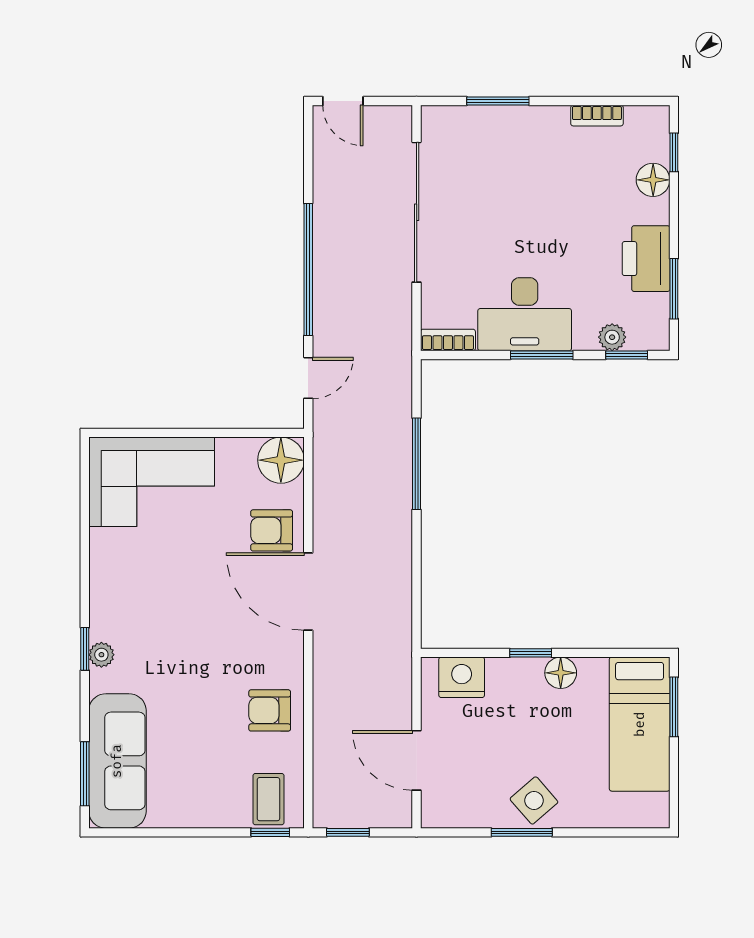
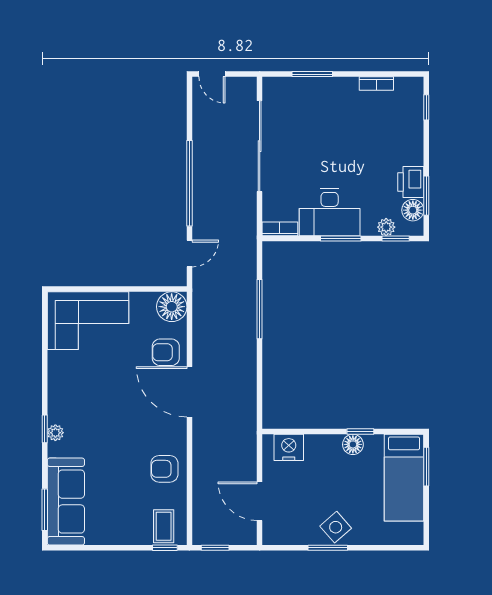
floor lamp: (653, 180) -> (413, 210), moved
printer: (646, 259) -> (411, 182), width x0.73, depth x0.84
window: (531, 653) -> (360, 432), moved

